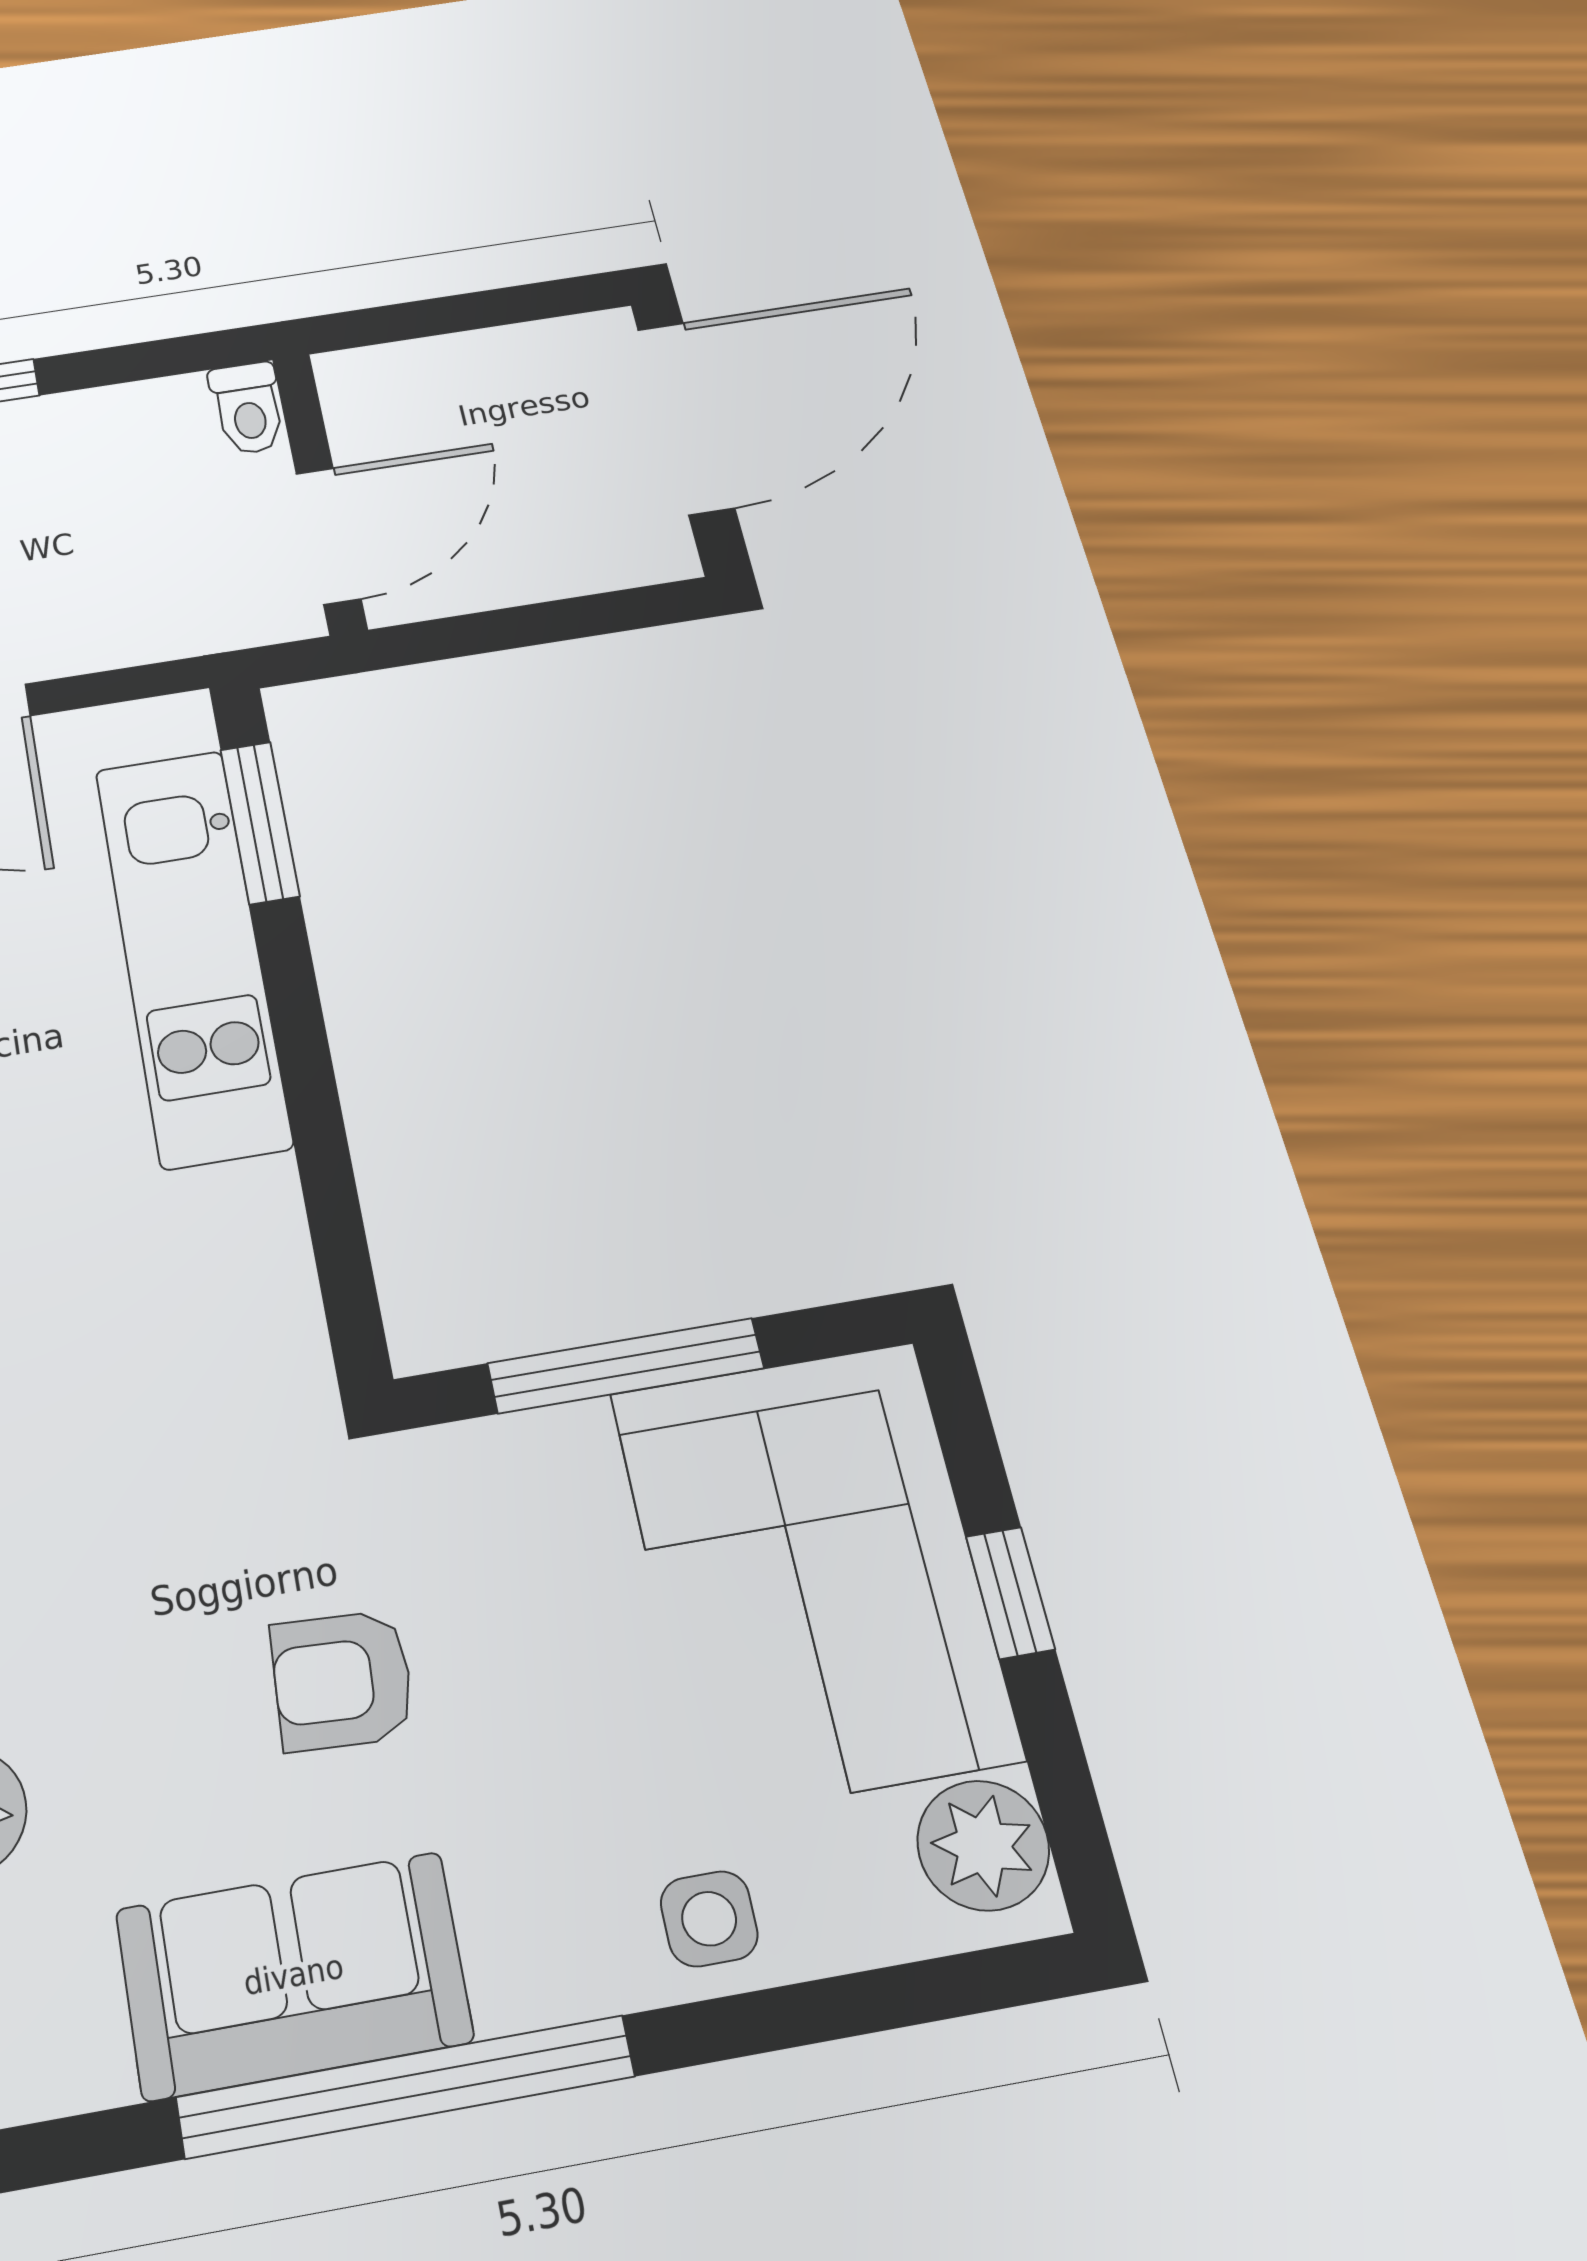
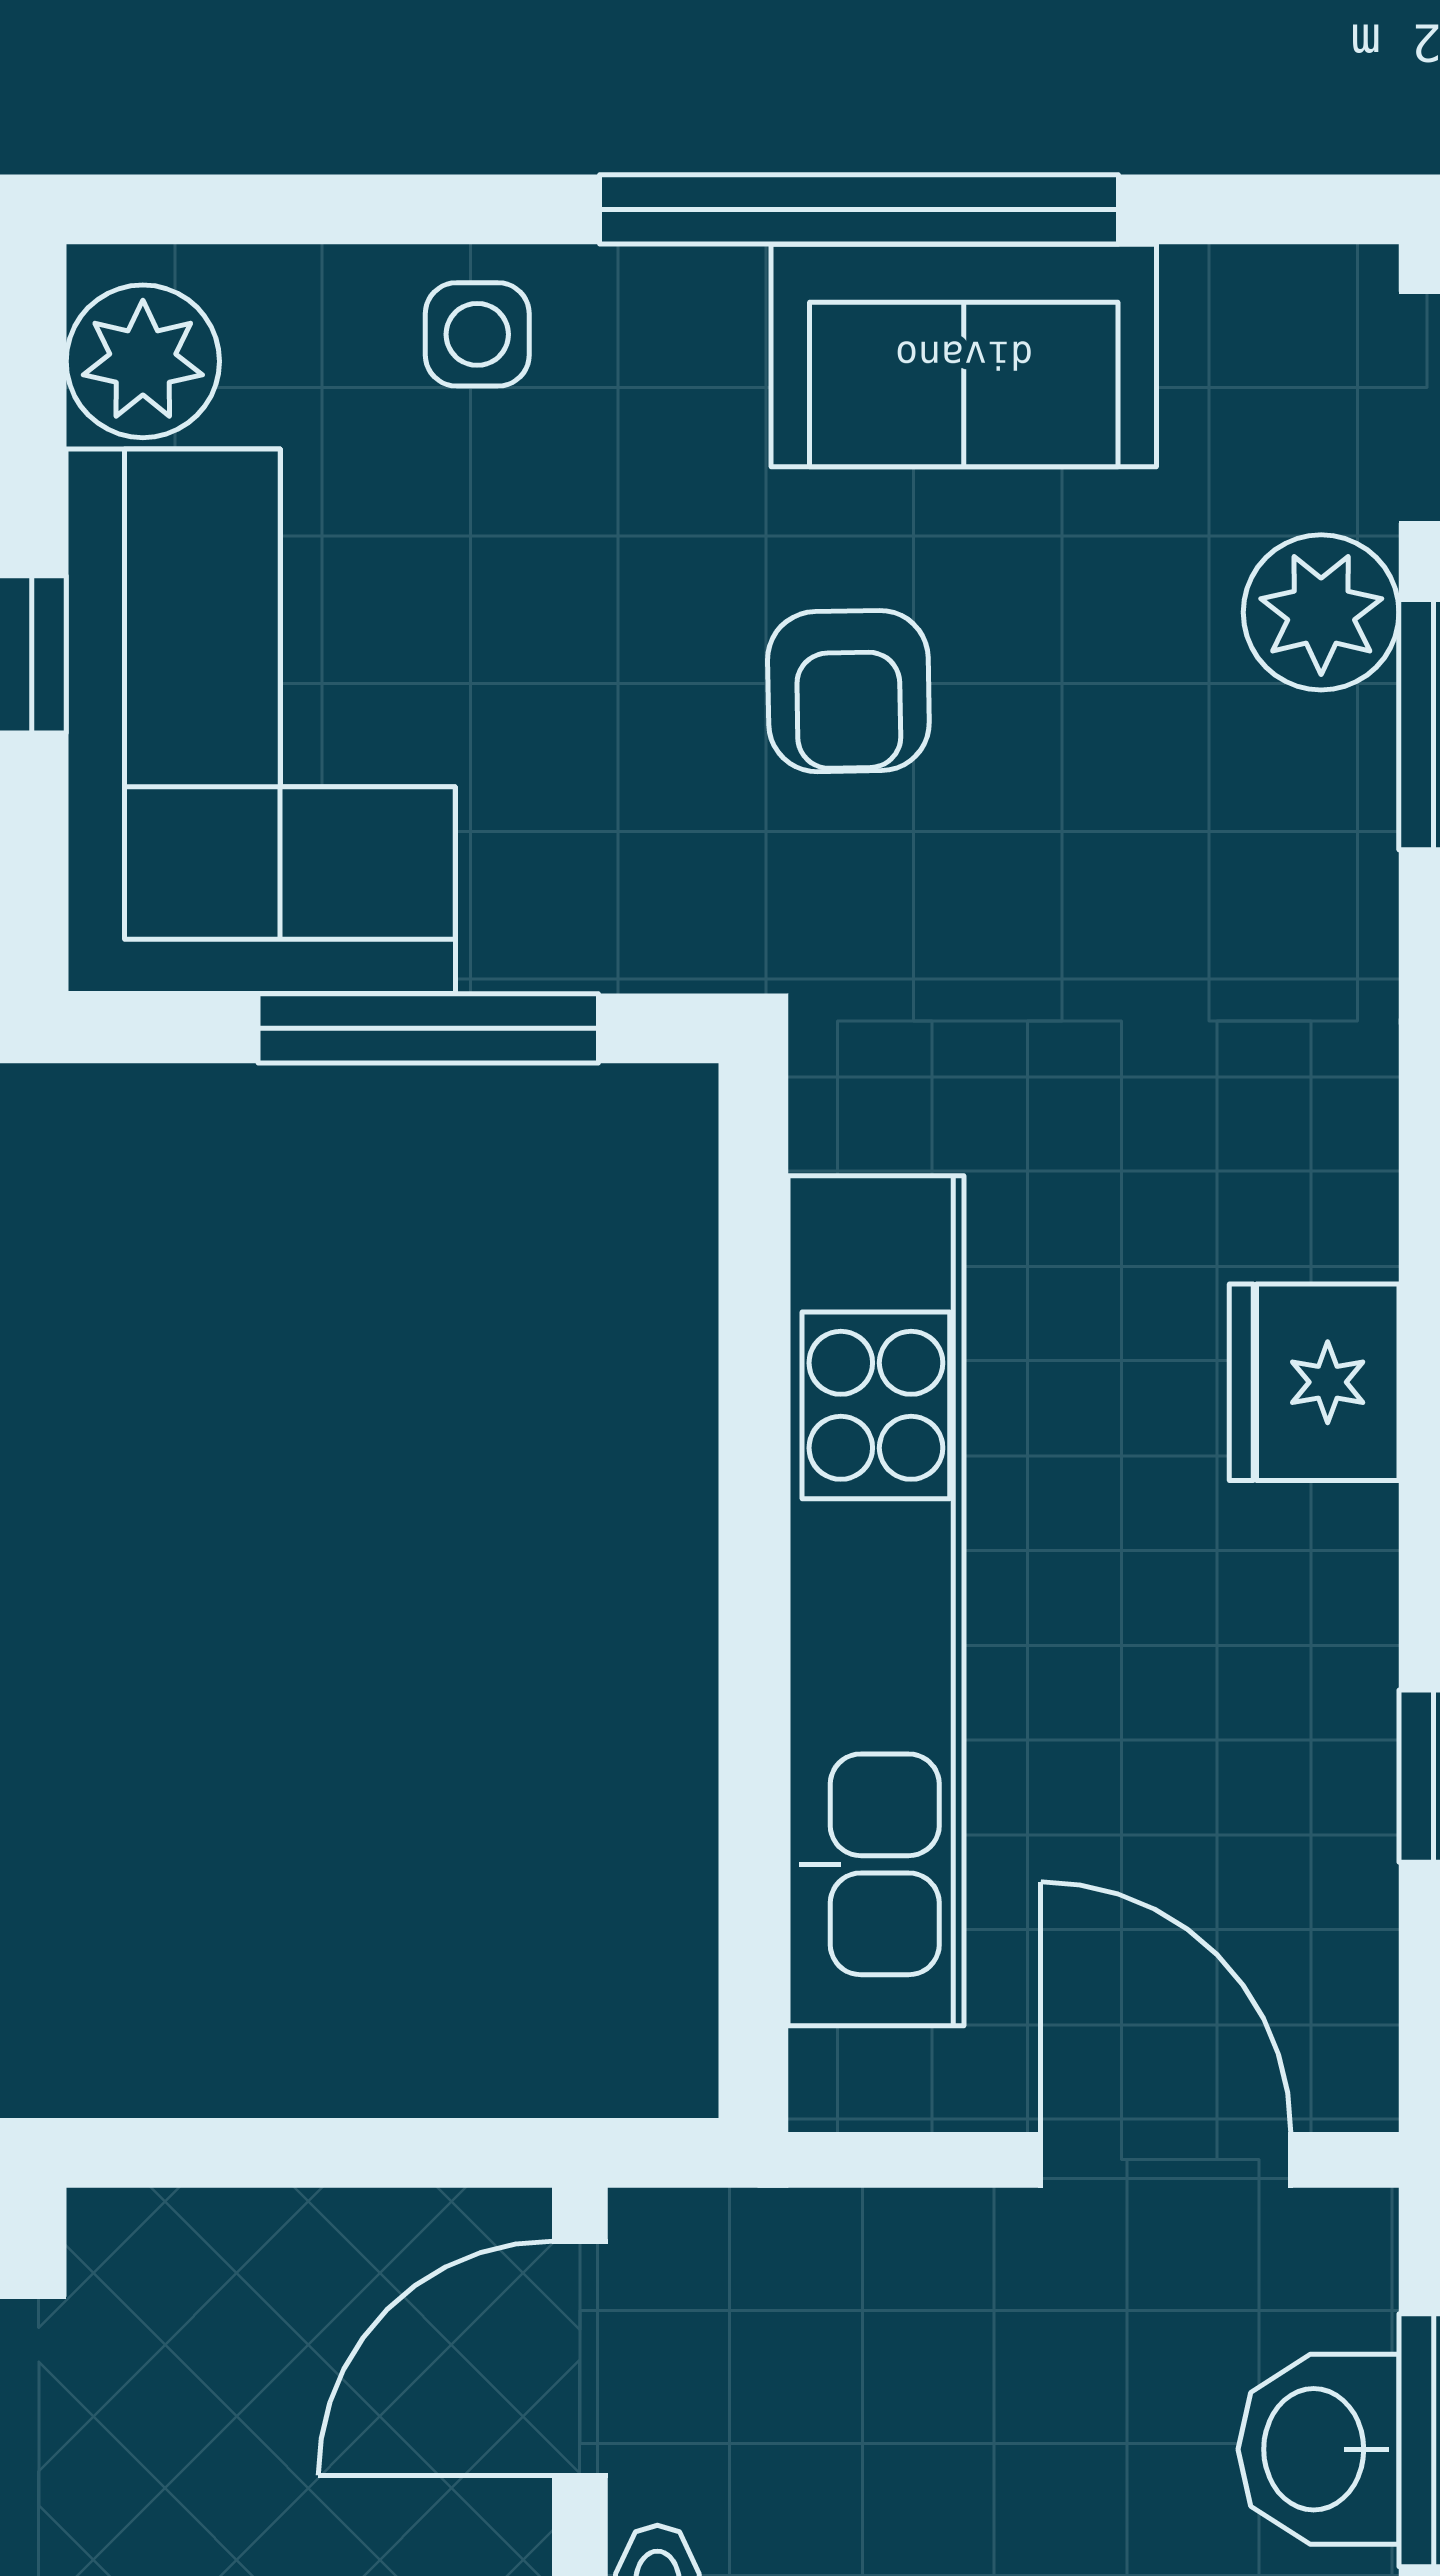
window: (260, 822) -> (753, 1902), removed
kitchen unit: (192, 954) -> (876, 1601), width x1.36
armchair: (342, 1680) -> (848, 691), turned 86

